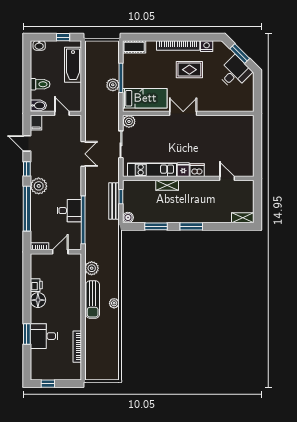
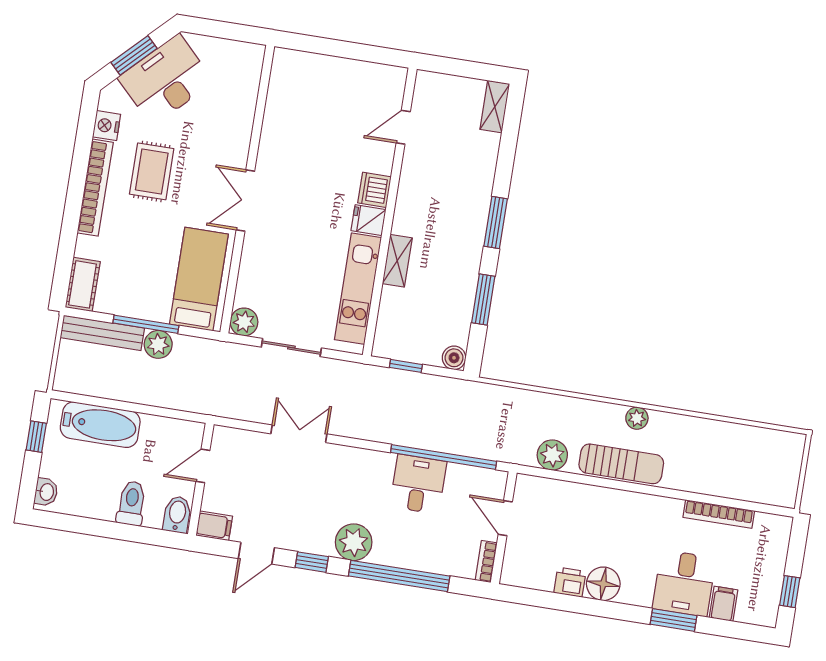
desk: (235, 73) -> (166, 80), width x1.37
bench: (114, 201) -> (102, 333), moved
filing cabinet: (38, 355) -> (723, 604), added

